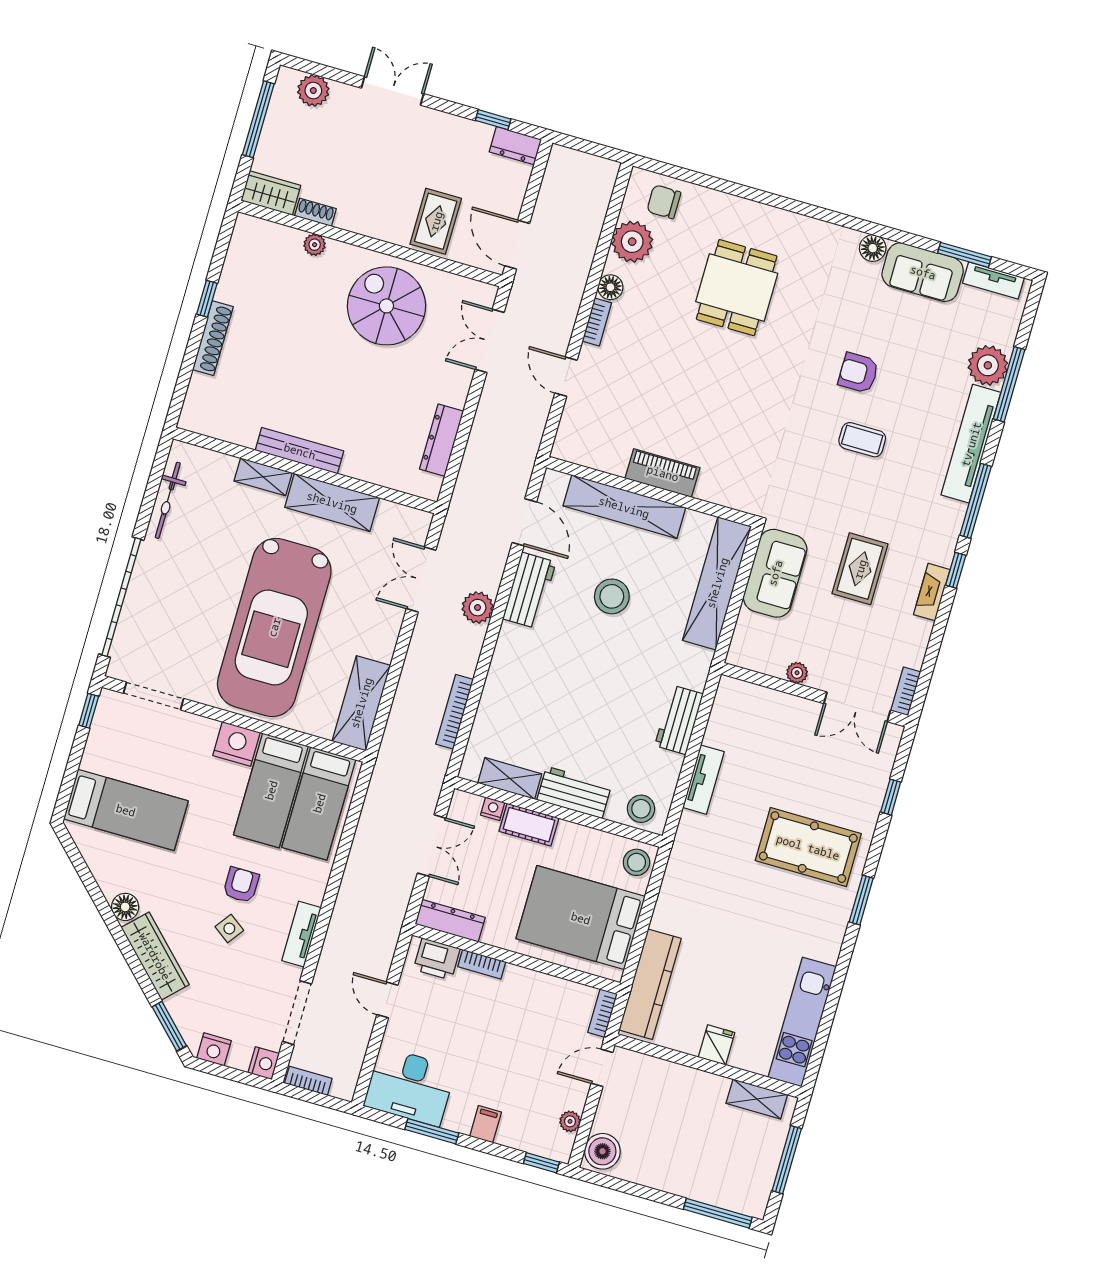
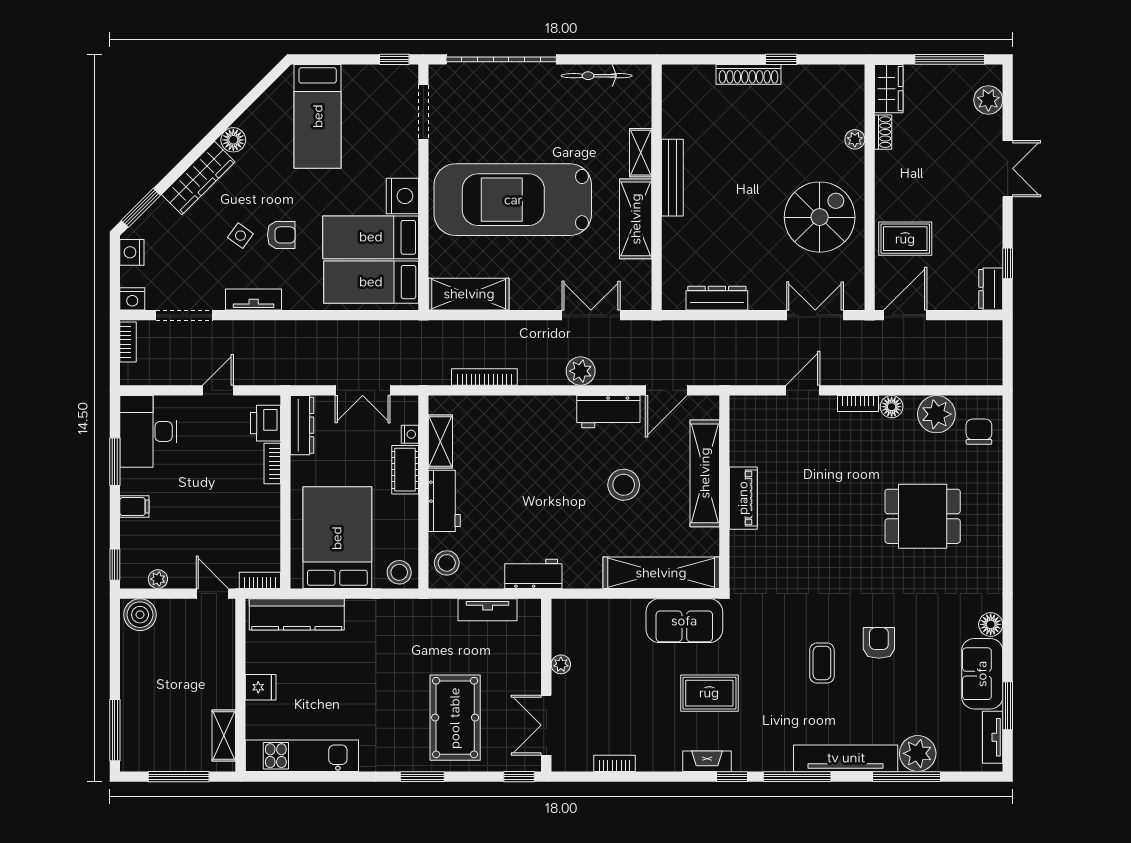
plant: (797, 673) -> (561, 664), moved
wall: (815, 695) -> (546, 685), moved
double door: (857, 707) -> (546, 725), moved

